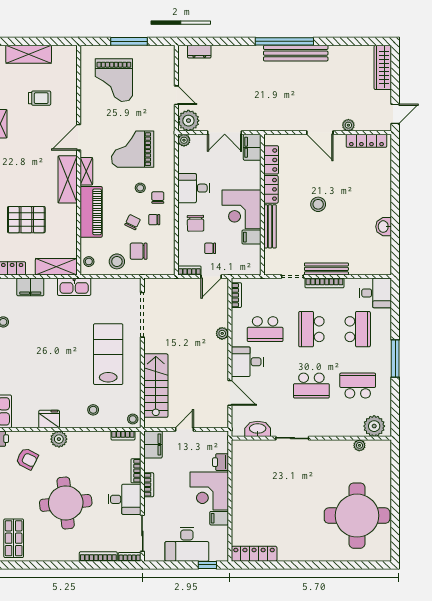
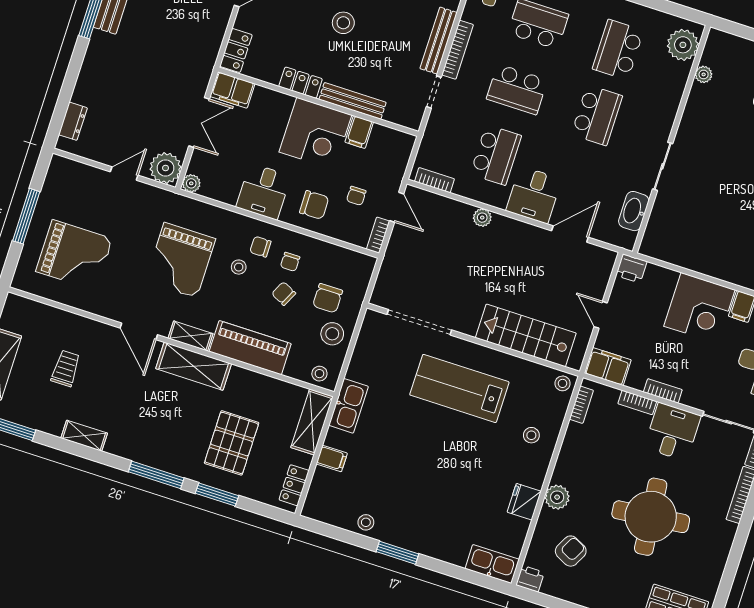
locker: (271, 160) -> (236, 50), moved, turned 90
filing cabinet: (30, 287) -> (332, 458), width x0.50
printer: (221, 462) -> (631, 268), moved

